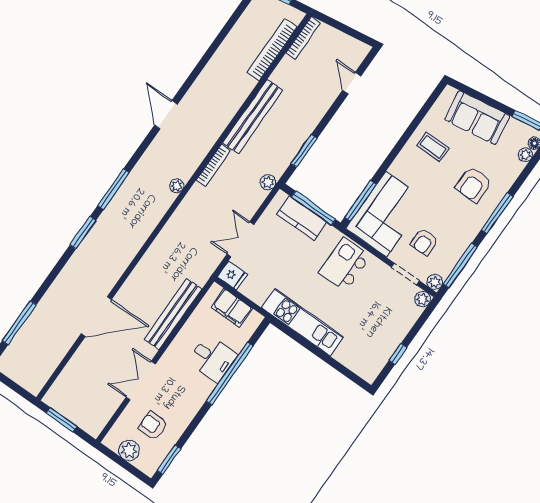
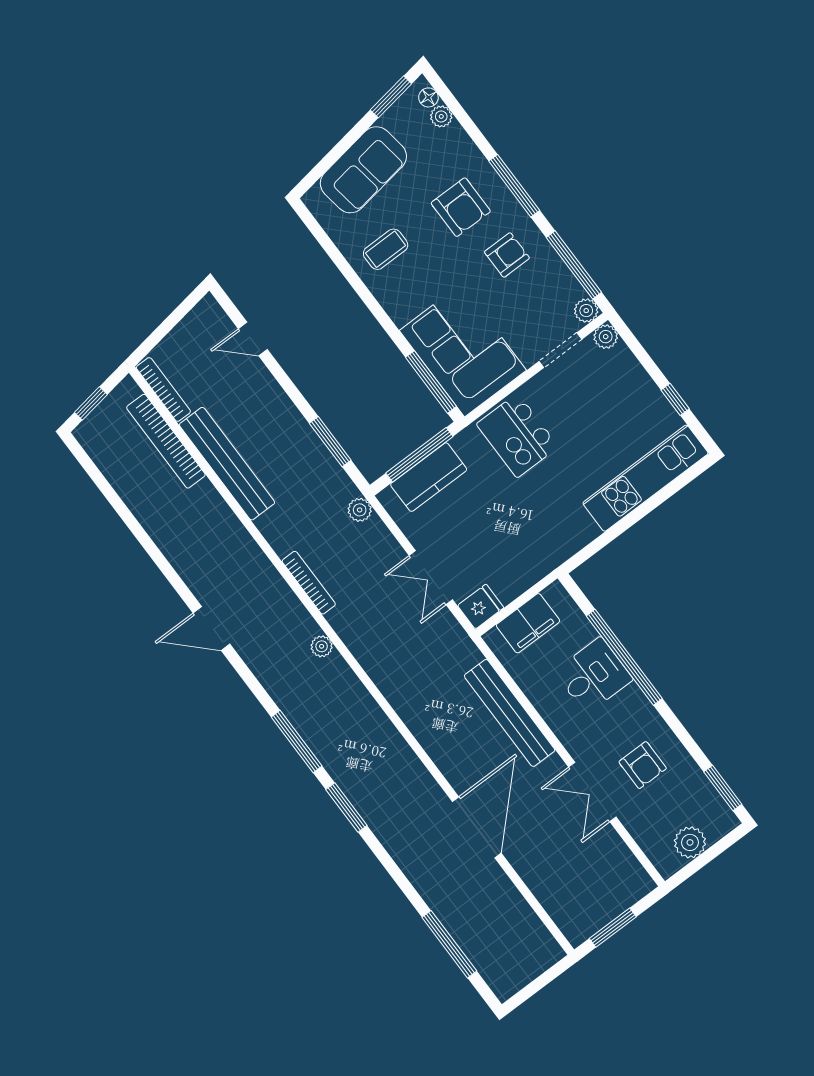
bench: (253, 117) -> (227, 464), moved
armchair: (424, 242) -> (507, 255), moved, turned -90
kitchen unit: (303, 322) -> (645, 478), moved
armchair: (153, 426) -> (643, 765), moved, turned -90

